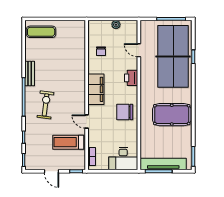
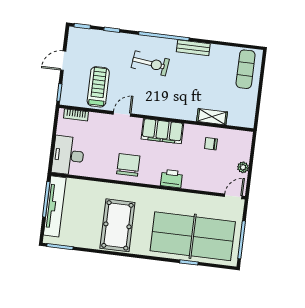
door: (139, 50) -> (233, 196), moved
shelving: (80, 53) -> (212, 117), added

